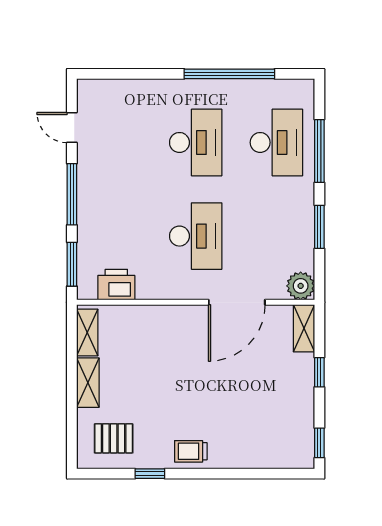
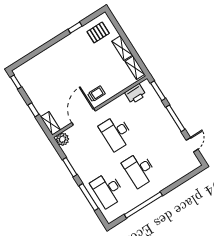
door: (72, 128) -> (192, 145), hinge flipped
trolley: (191, 451) -> (96, 94), moved

